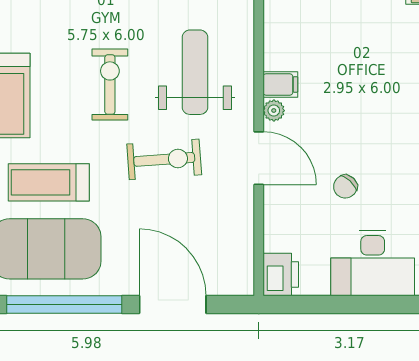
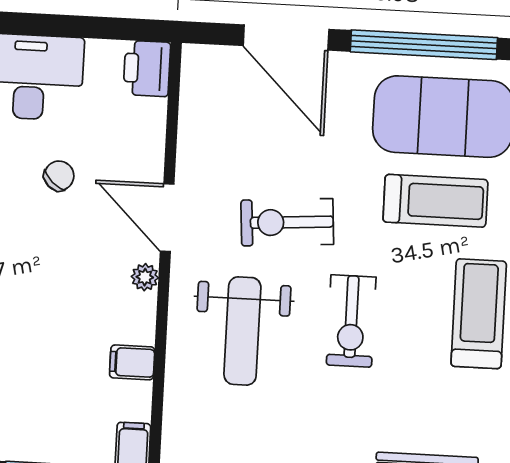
filing cabinet: (280, 84) -> (132, 362), moved

